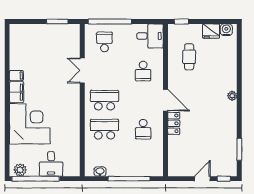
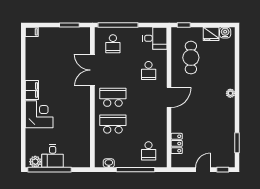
school desk: (104, 42) -> (113, 44), turned 180
cafe table: (189, 57) -> (191, 58), width x1.37, depth x1.35
double door: (82, 70) -> (92, 70), width x1.37
filing cabinet: (16, 76) -> (32, 32), moved
door: (165, 100) -> (169, 97), hinge flipped
locker: (174, 123) -> (177, 143), moved
corner desk: (30, 124) -> (39, 114), width x0.74, depth x0.74
school desk: (143, 129) -> (149, 151), moved
desk: (51, 164) -> (53, 156), moved

